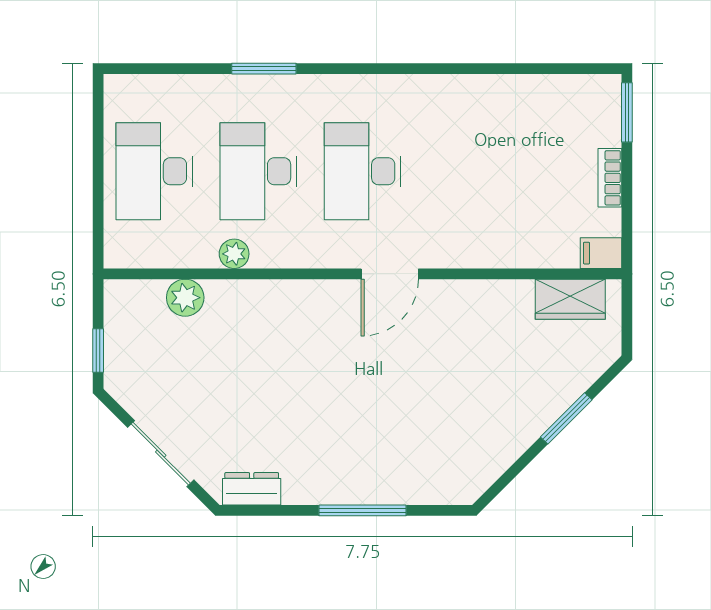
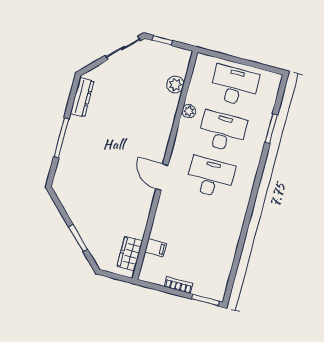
window: (264, 69) -> (271, 129), moved
filing cabinet: (601, 253) -> (156, 248), moved, turned 90
sliding door: (161, 454) -> (123, 48), moved
dresser: (252, 489) -> (82, 97), width x1.44

